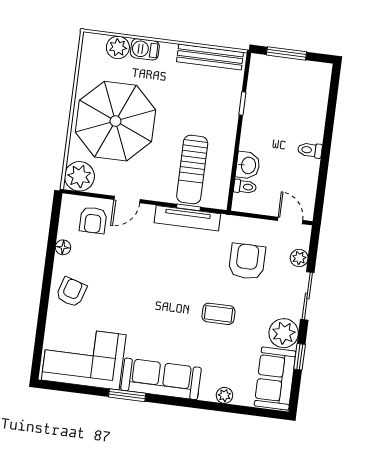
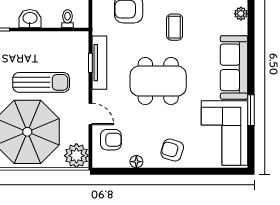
washbasin: (248, 165) -> (30, 19), moved
sun lounger: (192, 169) -> (41, 82), moved
dining table: (156, 286) -> (158, 81), added
window: (127, 395) -> (251, 110), moved

